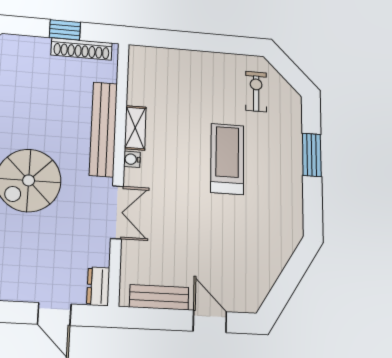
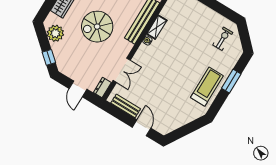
treadmill: (227, 159) -> (207, 87), moved
double door: (117, 212) -> (122, 70), moved

